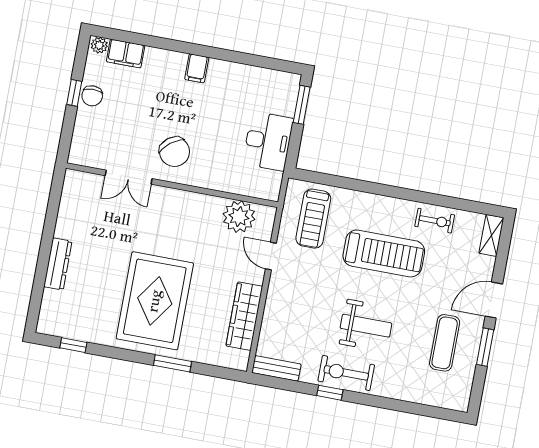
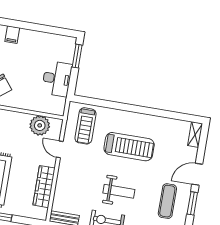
exercise bike: (435, 221) -> (160, 126), removed

